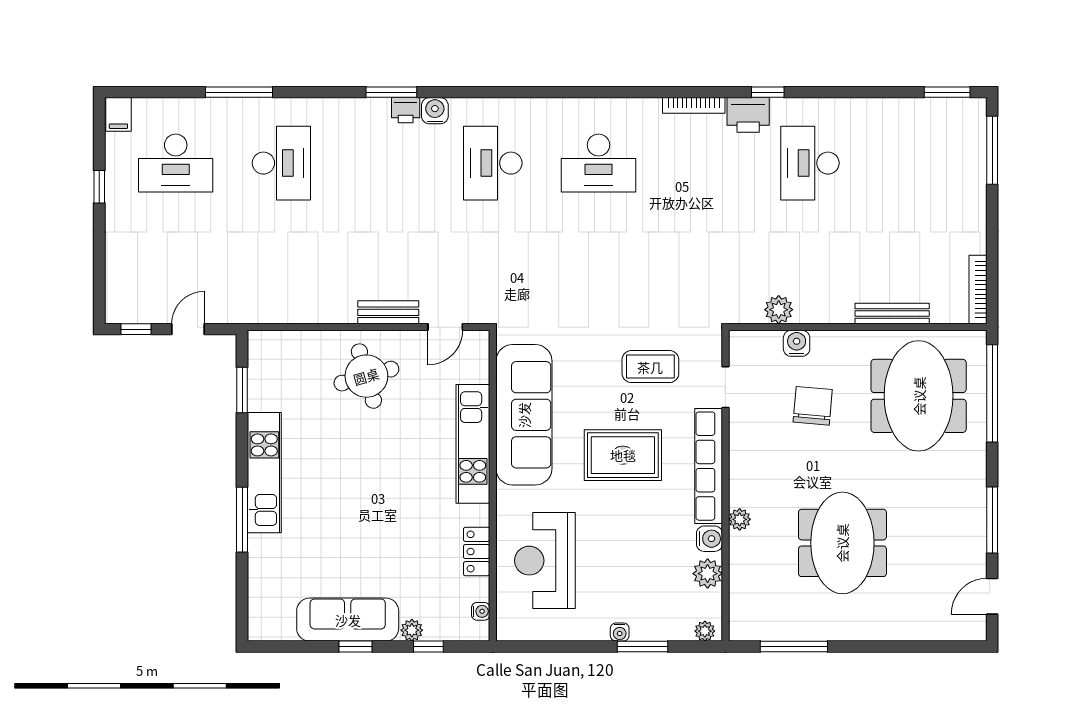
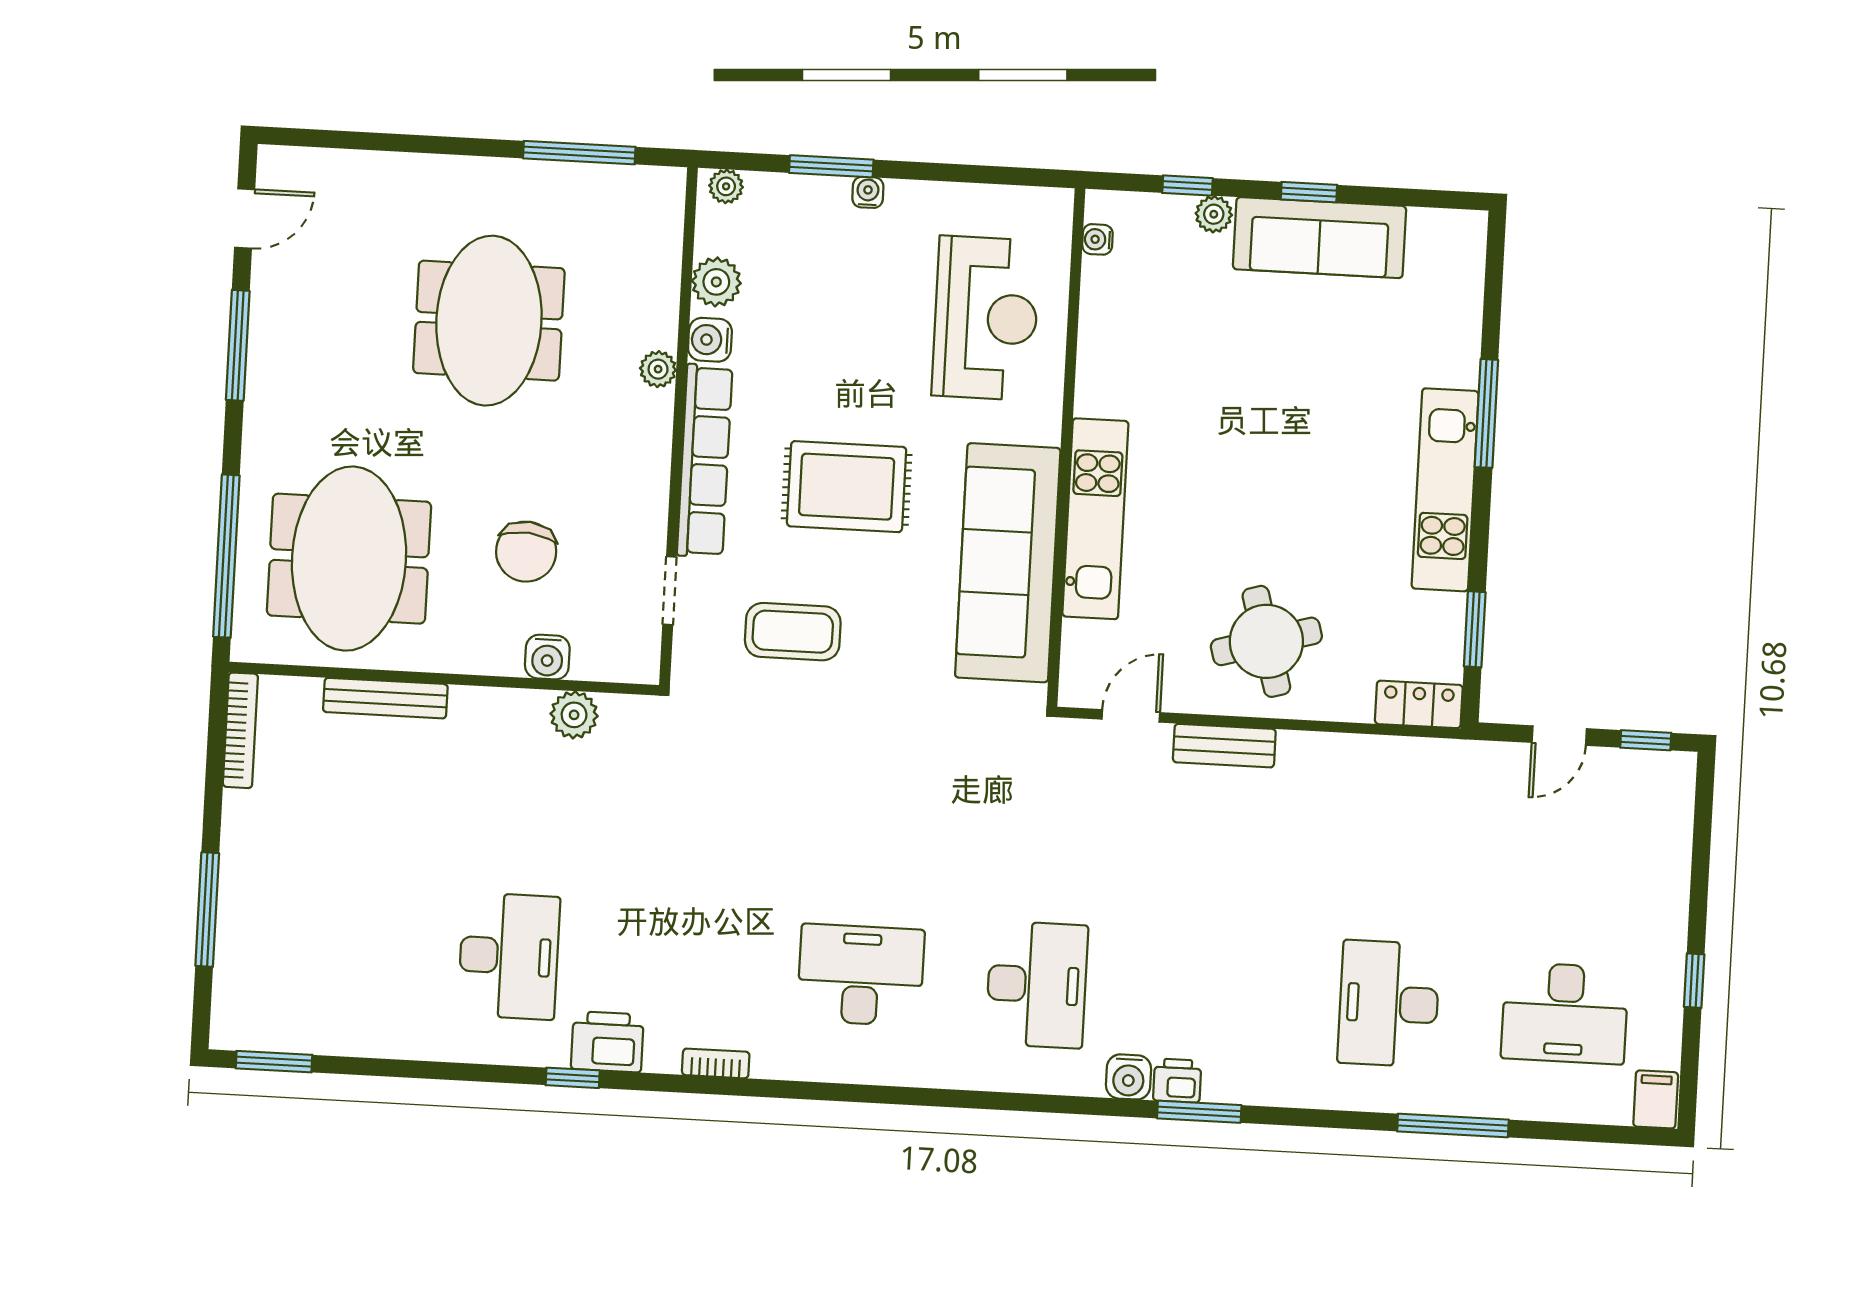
bookcase: (694, 105) -> (716, 1063), width x0.64
window: (992, 150) -> (207, 909), moved
desk: (176, 163) -> (1565, 1013), turned 180
locker: (477, 552) -> (1419, 704), moved, turned -90

